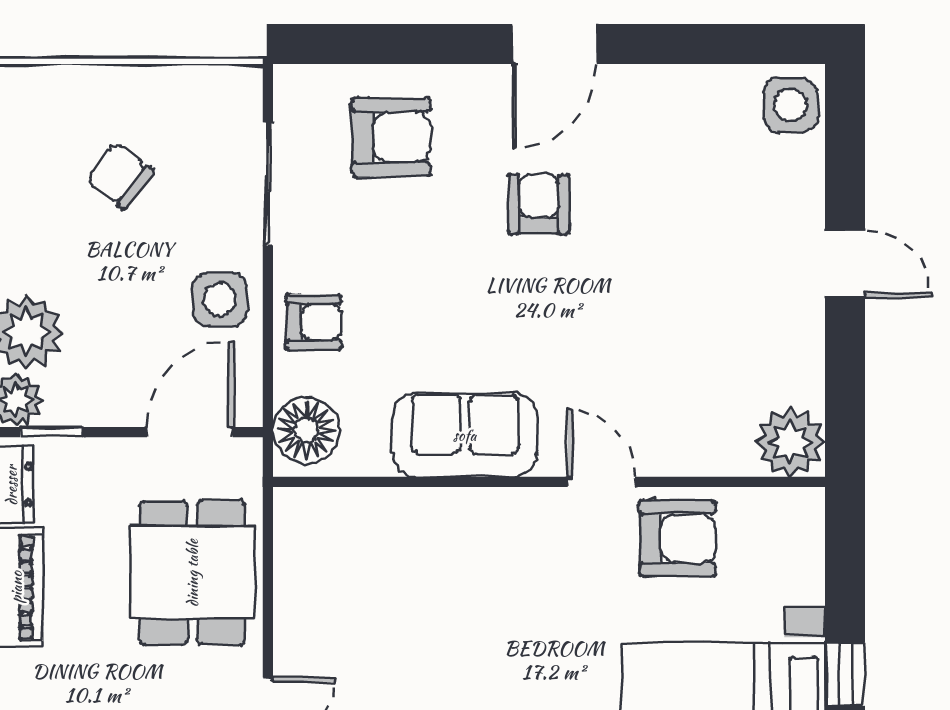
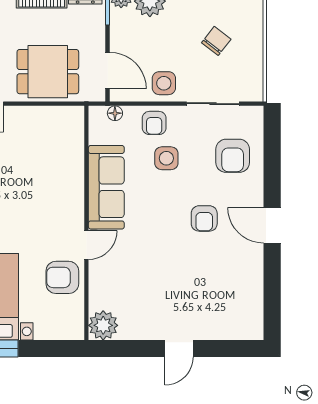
side table: (791, 105) -> (166, 158), moved
armchair: (539, 204) -> (204, 218), turned 90
floor lamp: (306, 430) -> (115, 113), width x0.53, depth x0.53
sofa: (465, 435) -> (106, 187), width x1.36
armchair: (677, 539) -> (62, 277), turned 90

